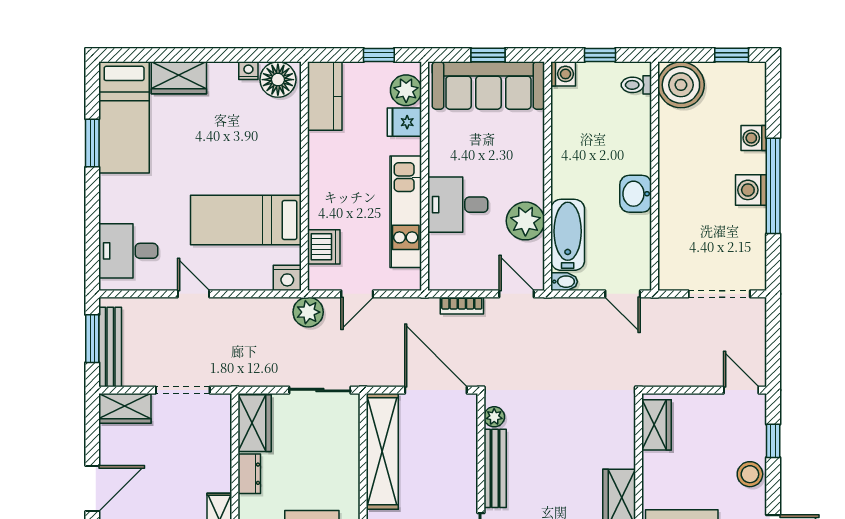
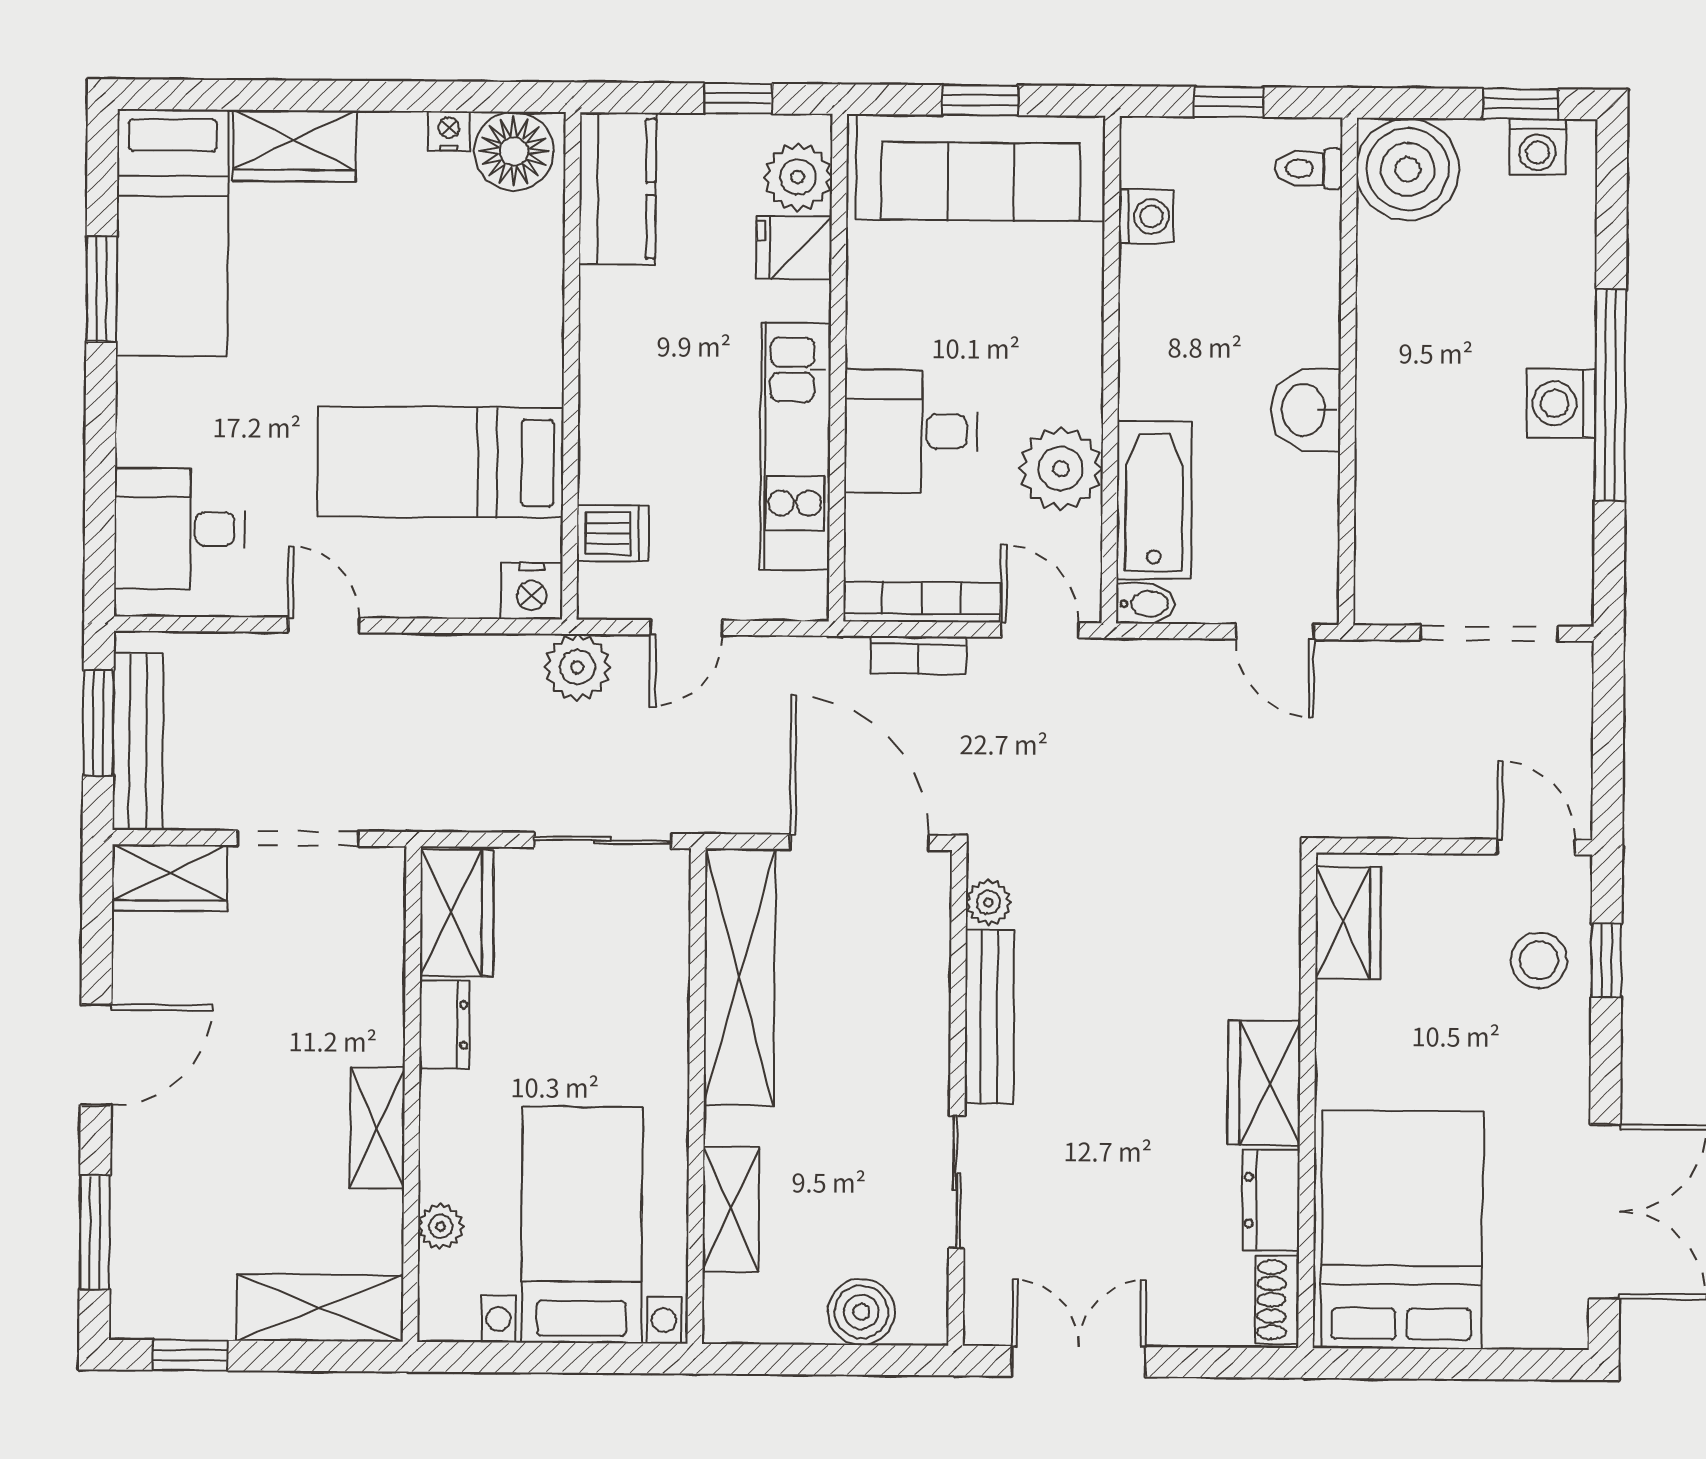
washing machine: (563, 74) -> (1146, 216), moved
washing machine: (754, 138) -> (1538, 147), moved, turned -90
dishwasher: (324, 247) -> (613, 533), width x0.73
bookcase: (463, 282) -> (922, 602), added
stool: (750, 474) -> (1539, 960), moved

